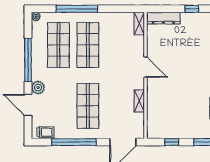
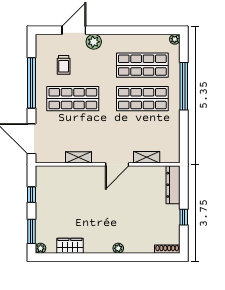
shelving: (139, 24) -> (147, 157), moved
window: (28, 60) -> (125, 30), removed
trolley: (45, 132) -> (64, 65), moved

